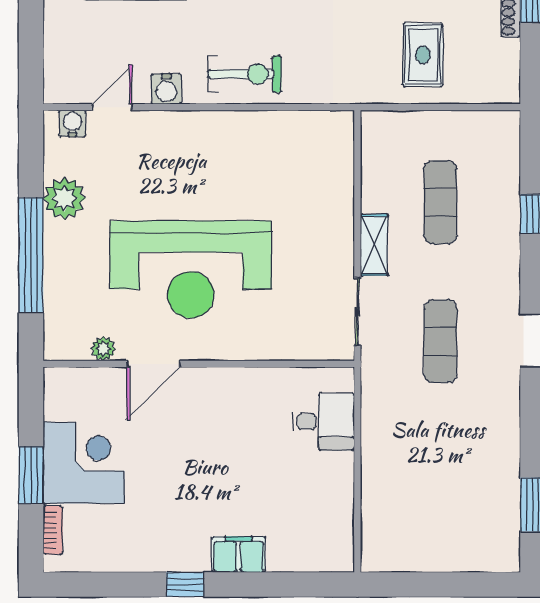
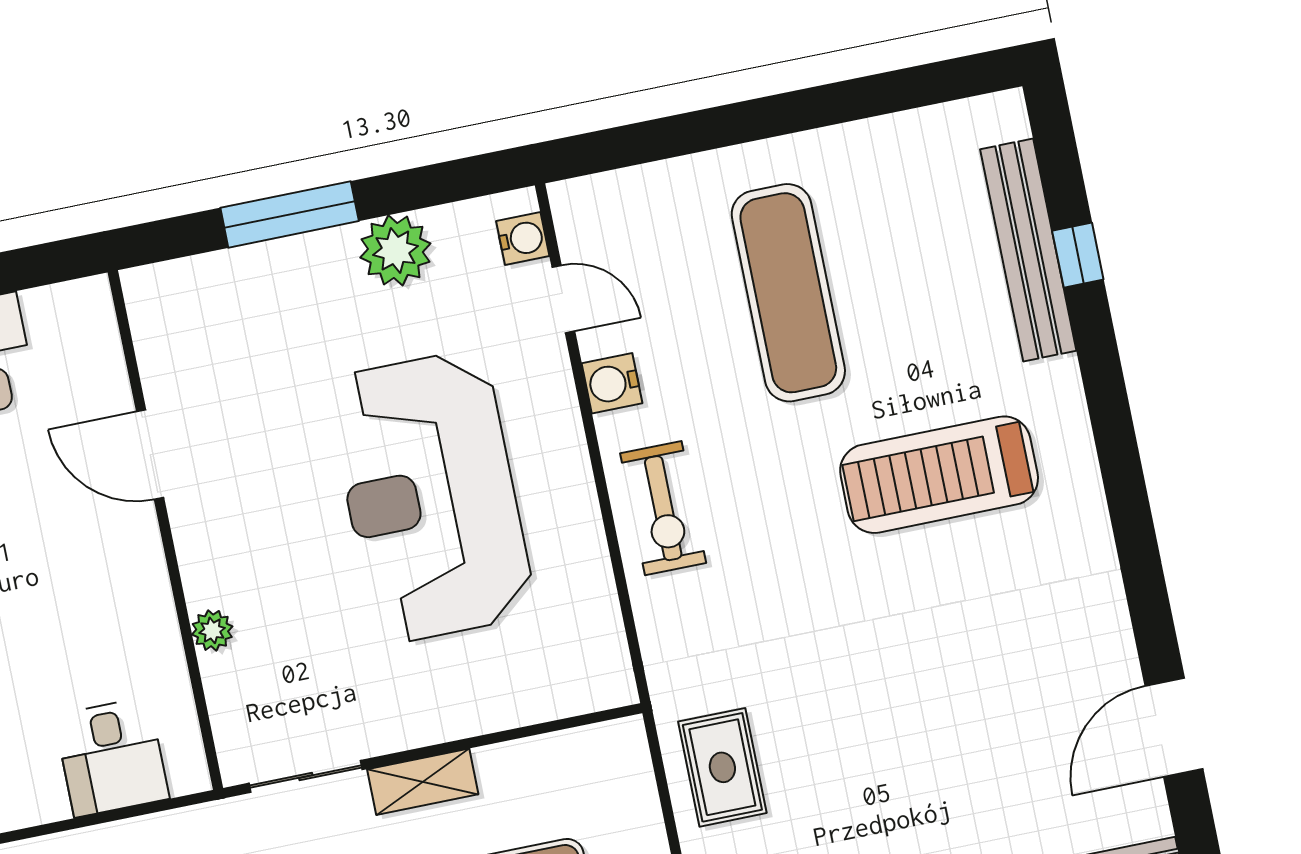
rug: (423, 55) -> (722, 767), moved, turned 90
window: (31, 255) -> (290, 214), width x0.68
reception desk: (191, 270) -> (431, 497), moved
plant: (103, 349) -> (212, 630), moved

